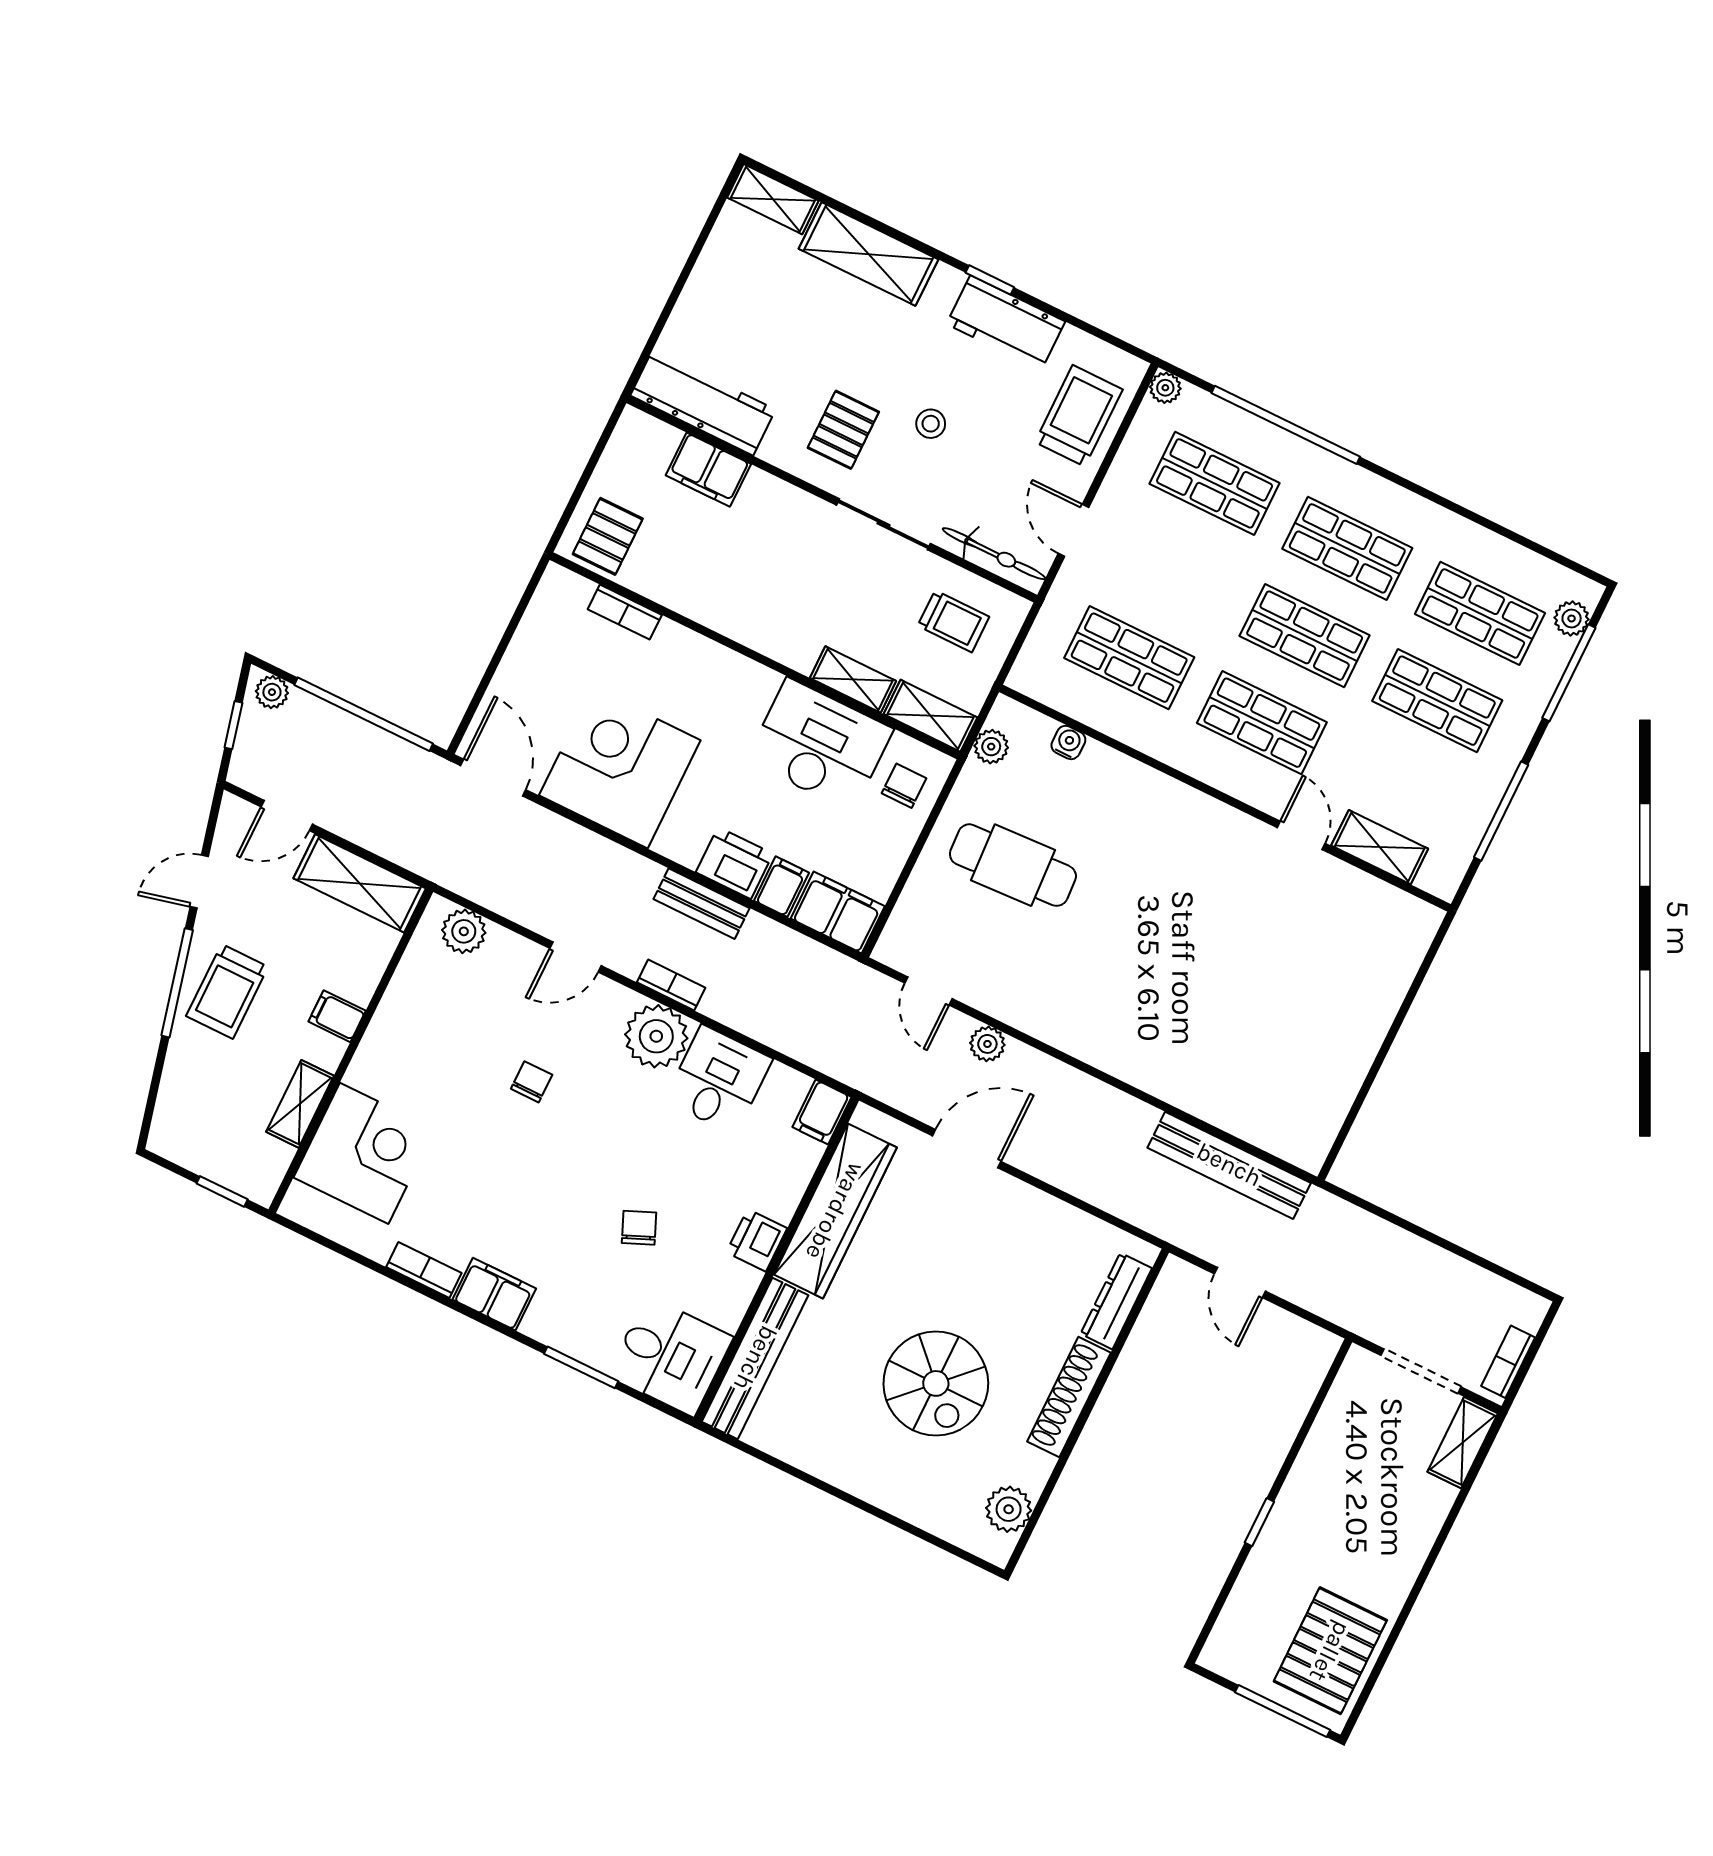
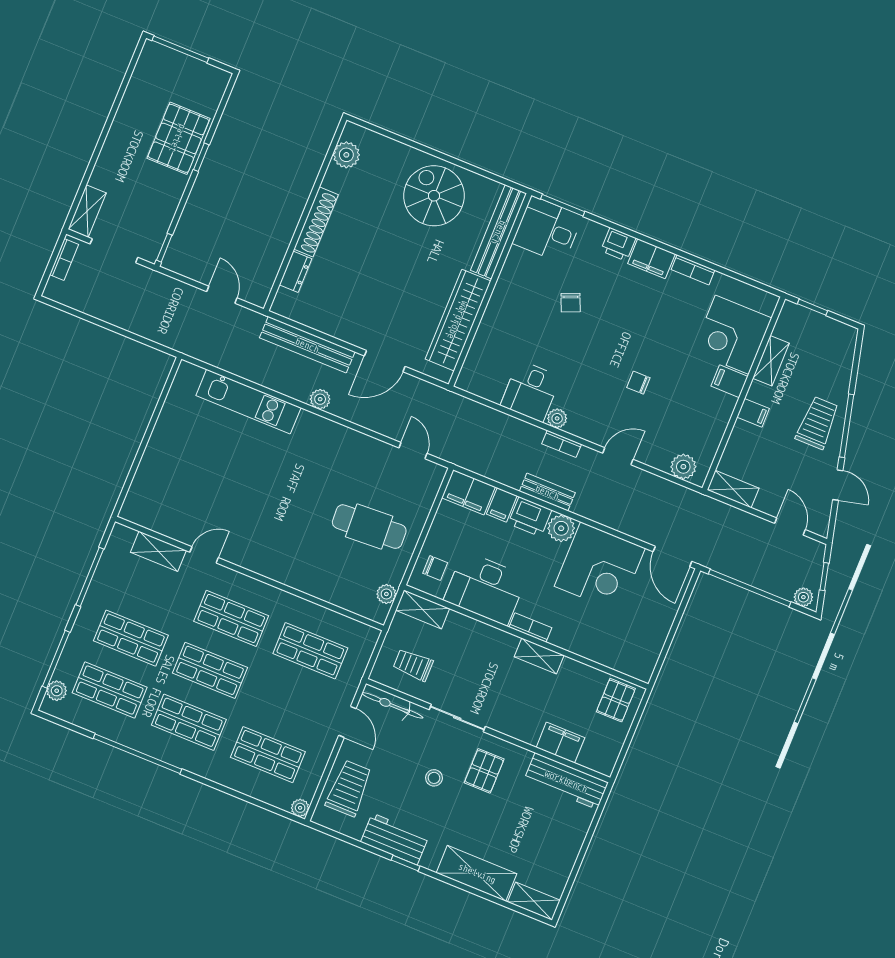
trolley: (1079, 416) -> (349, 788), turned 180
window: (1286, 425) -> (137, 754), moved
bookcase: (625, 612) -> (530, 628), moved
shelving: (853, 679) -> (539, 656), moved
water cooler: (1068, 742) -> (342, 599), removed
chair: (904, 786) -> (435, 568), turned -90
door: (287, 816) -> (790, 527), hinge flipped
door: (1301, 835) -> (204, 555), swing flipped
plant: (682, 839) -> (561, 528), added
door: (199, 882) -> (838, 485), hinge flipped
shelving: (360, 883) -> (733, 489), width x0.67, depth x0.75
plant: (656, 1036) -> (557, 418), width x0.53, depth x0.53
plant: (987, 1044) -> (320, 399), moved
chair: (532, 1082) -> (638, 383), turned 90
kitchen unit: (1207, 1095) -> (248, 402), added
filing cabinet: (822, 1112) -> (730, 381), moved, turned -90
bench: (1229, 1165) -> (307, 345), moved
printer: (757, 1240) -> (618, 244), moved, turned 90
dresser: (1116, 1301) -> (295, 272), width x0.70
window: (581, 1367) -> (563, 205), moved
window: (1334, 1370) -> (164, 248), added
spiral stairs: (936, 1383) -> (434, 196), moved
pallet: (1330, 1651) -> (178, 138), moved

